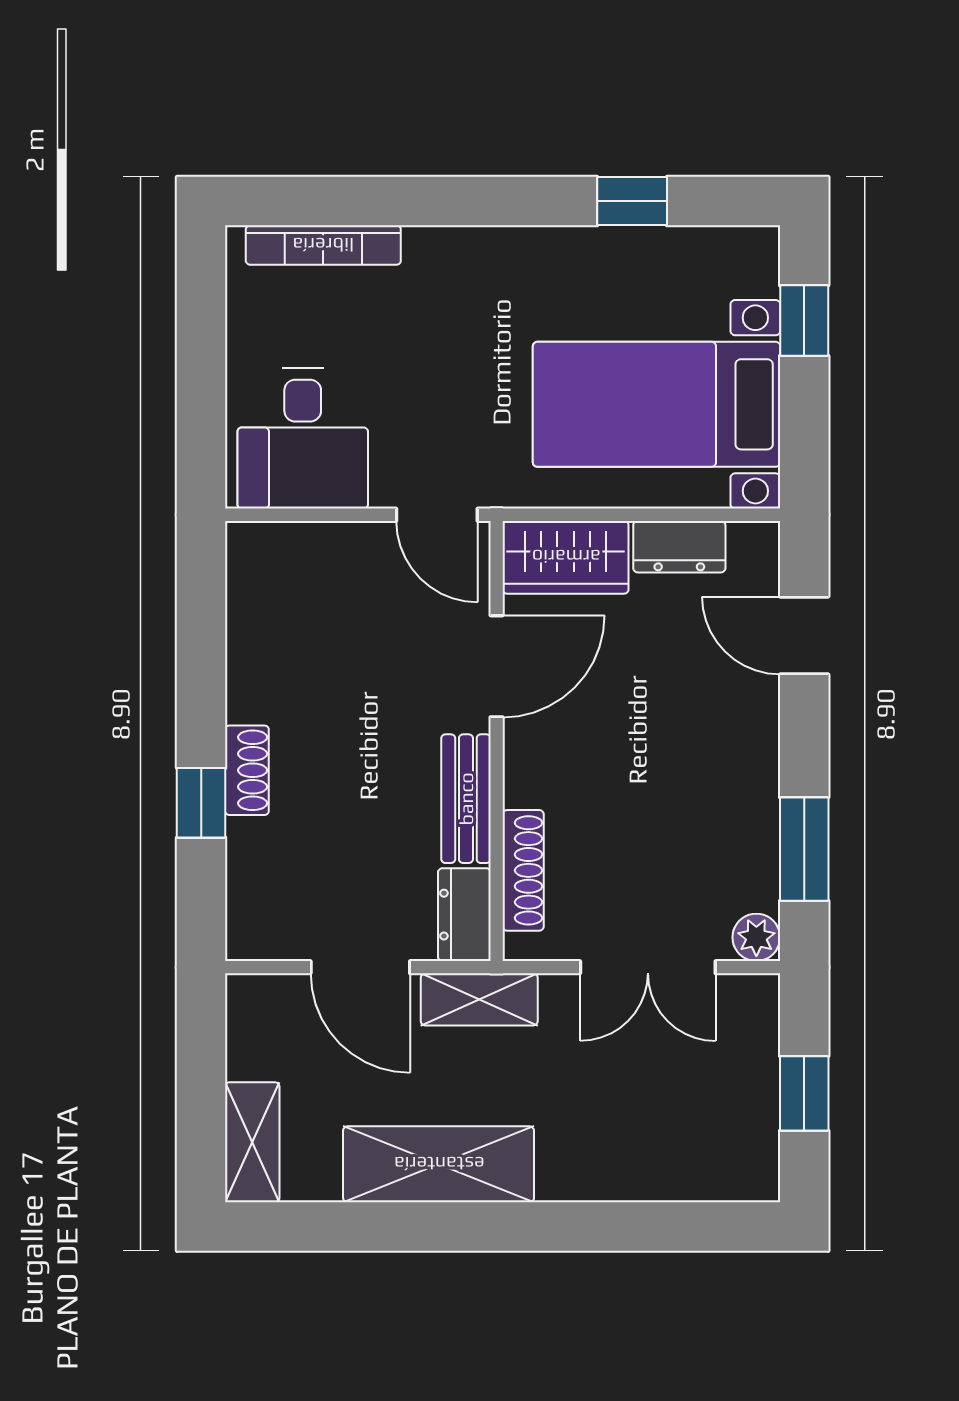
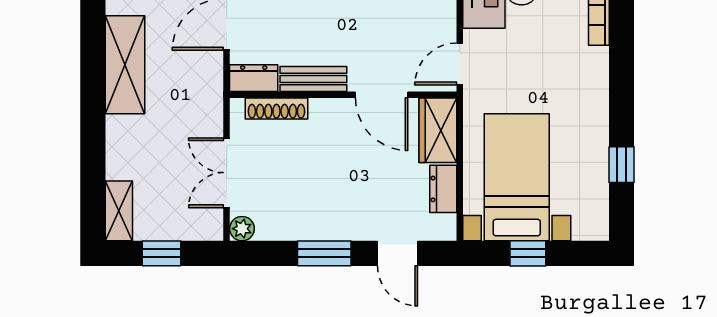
window: (804, 321) -> (528, 253), moved
door: (804, 636) -> (398, 253), swing flipped
window: (804, 849) -> (324, 253), moved
shelving: (479, 999) -> (119, 211), moved

